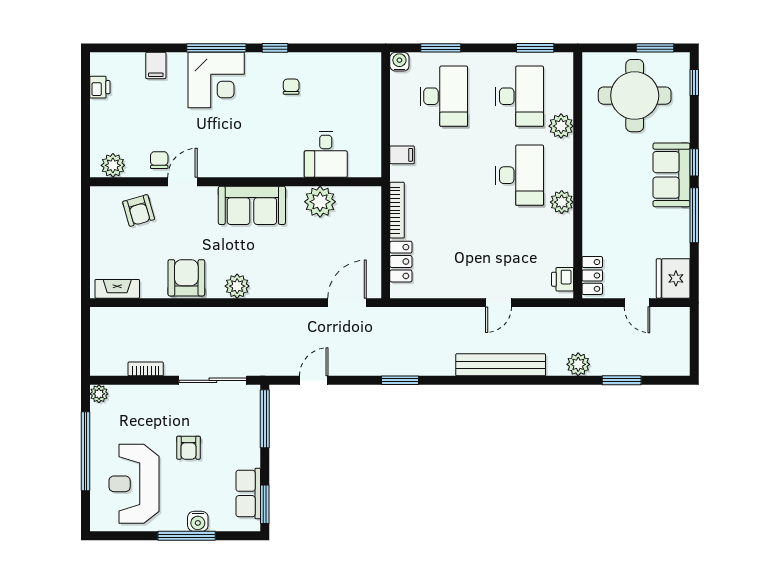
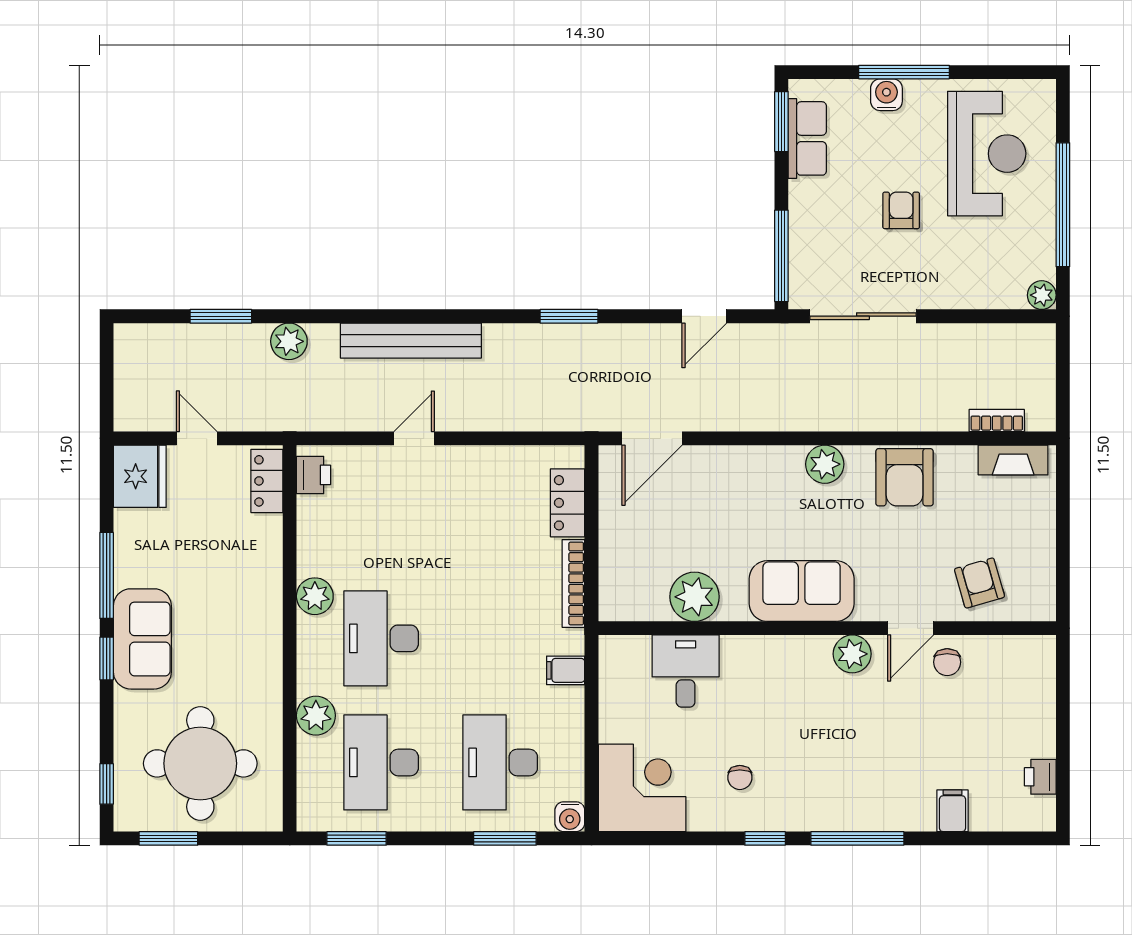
corner desk: (216, 80) -> (642, 788), moved, turned 90
plant: (113, 165) -> (852, 654), moved
bookcase: (146, 369) -> (997, 420), moved, turned 180

